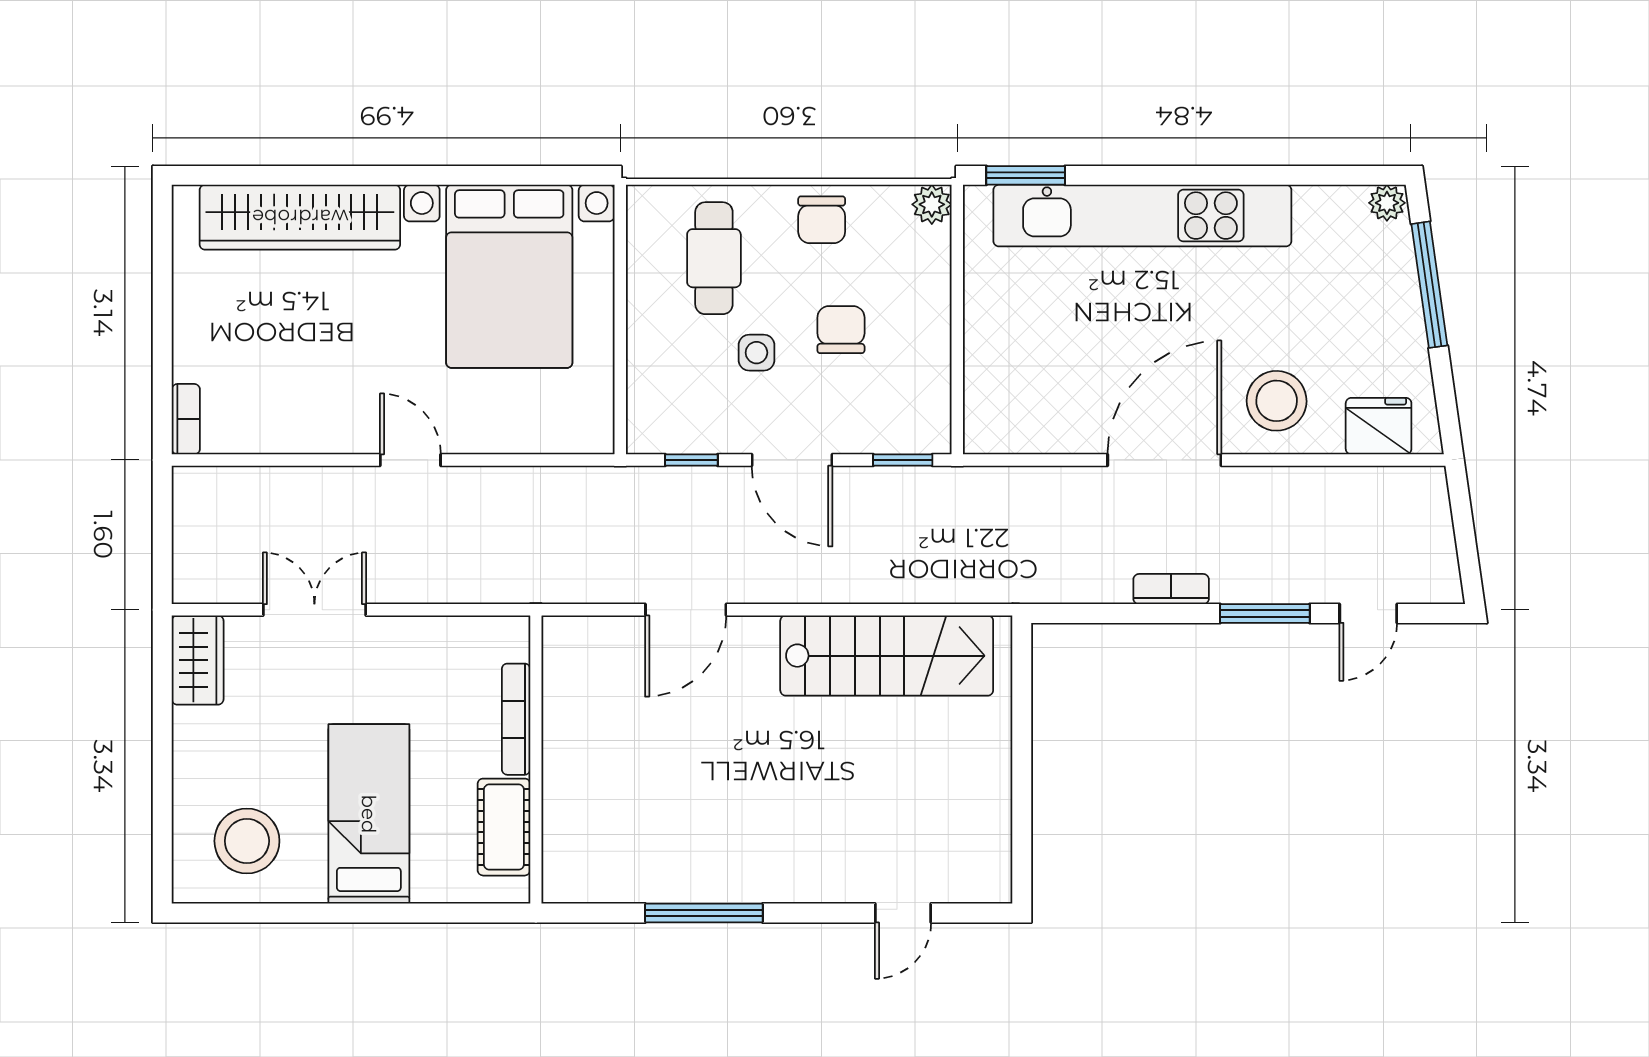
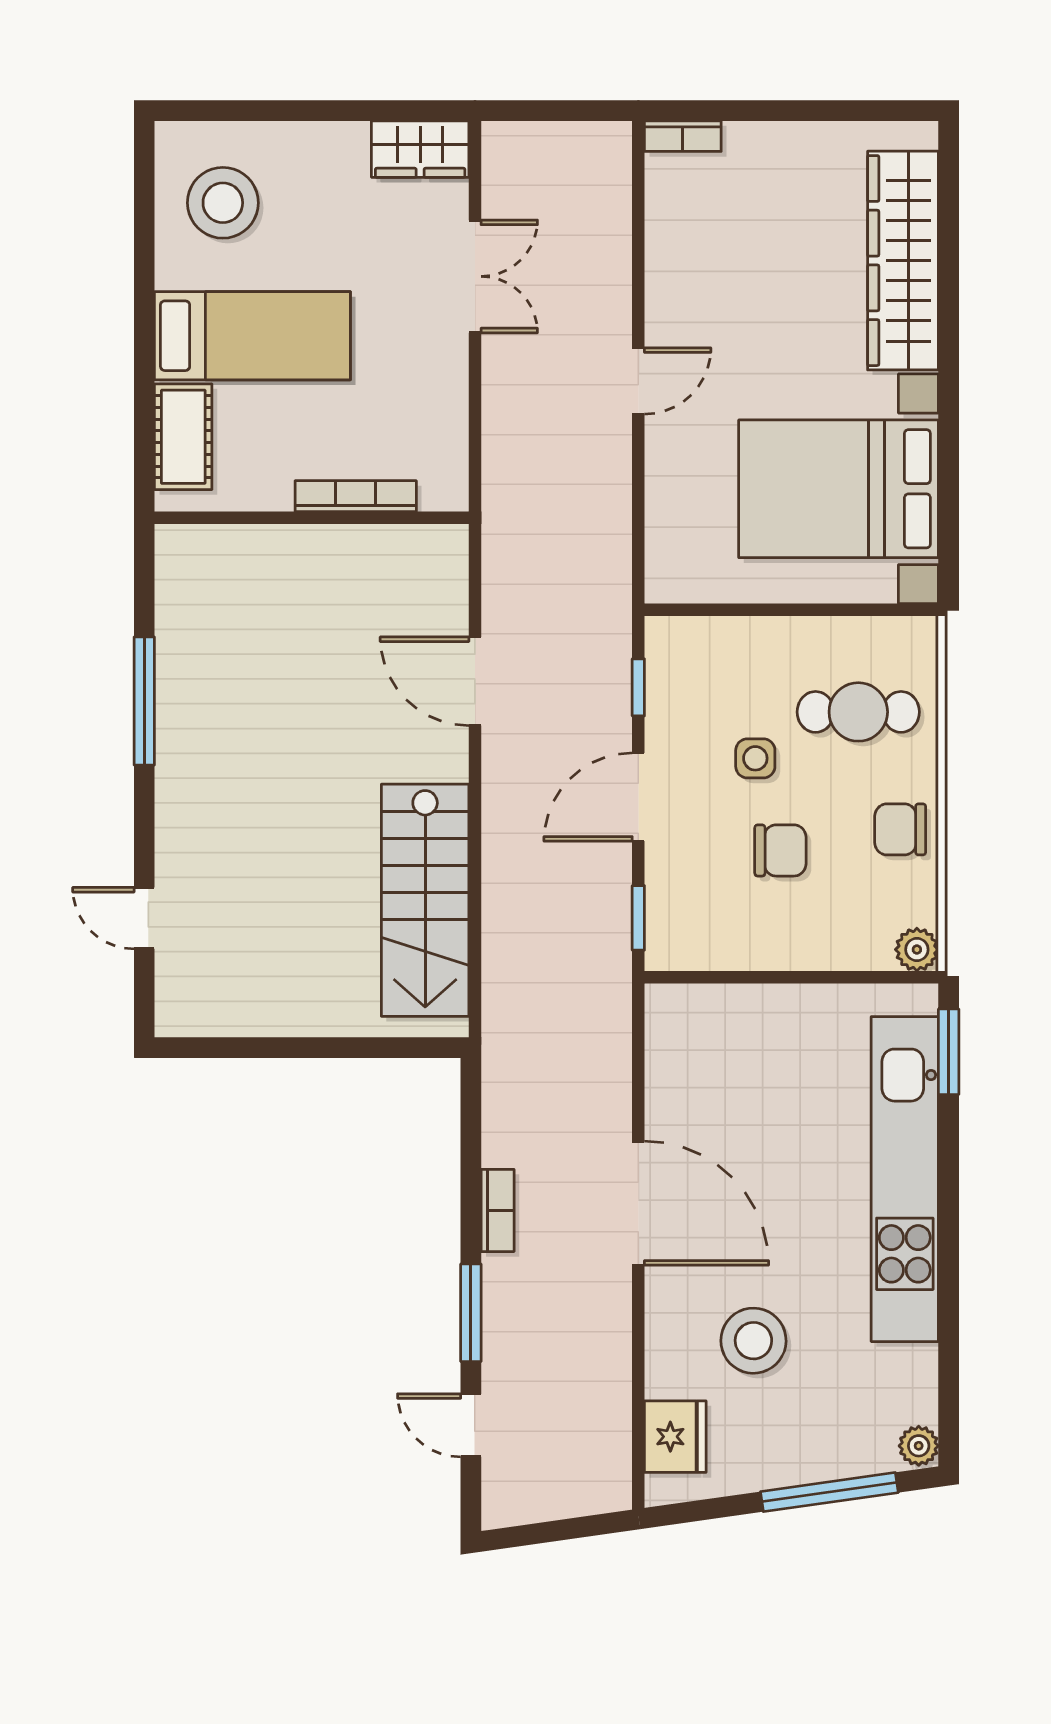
stool: (1277, 401) -> (753, 1341), moved
cot: (504, 827) -> (183, 437), moved, turned 90

